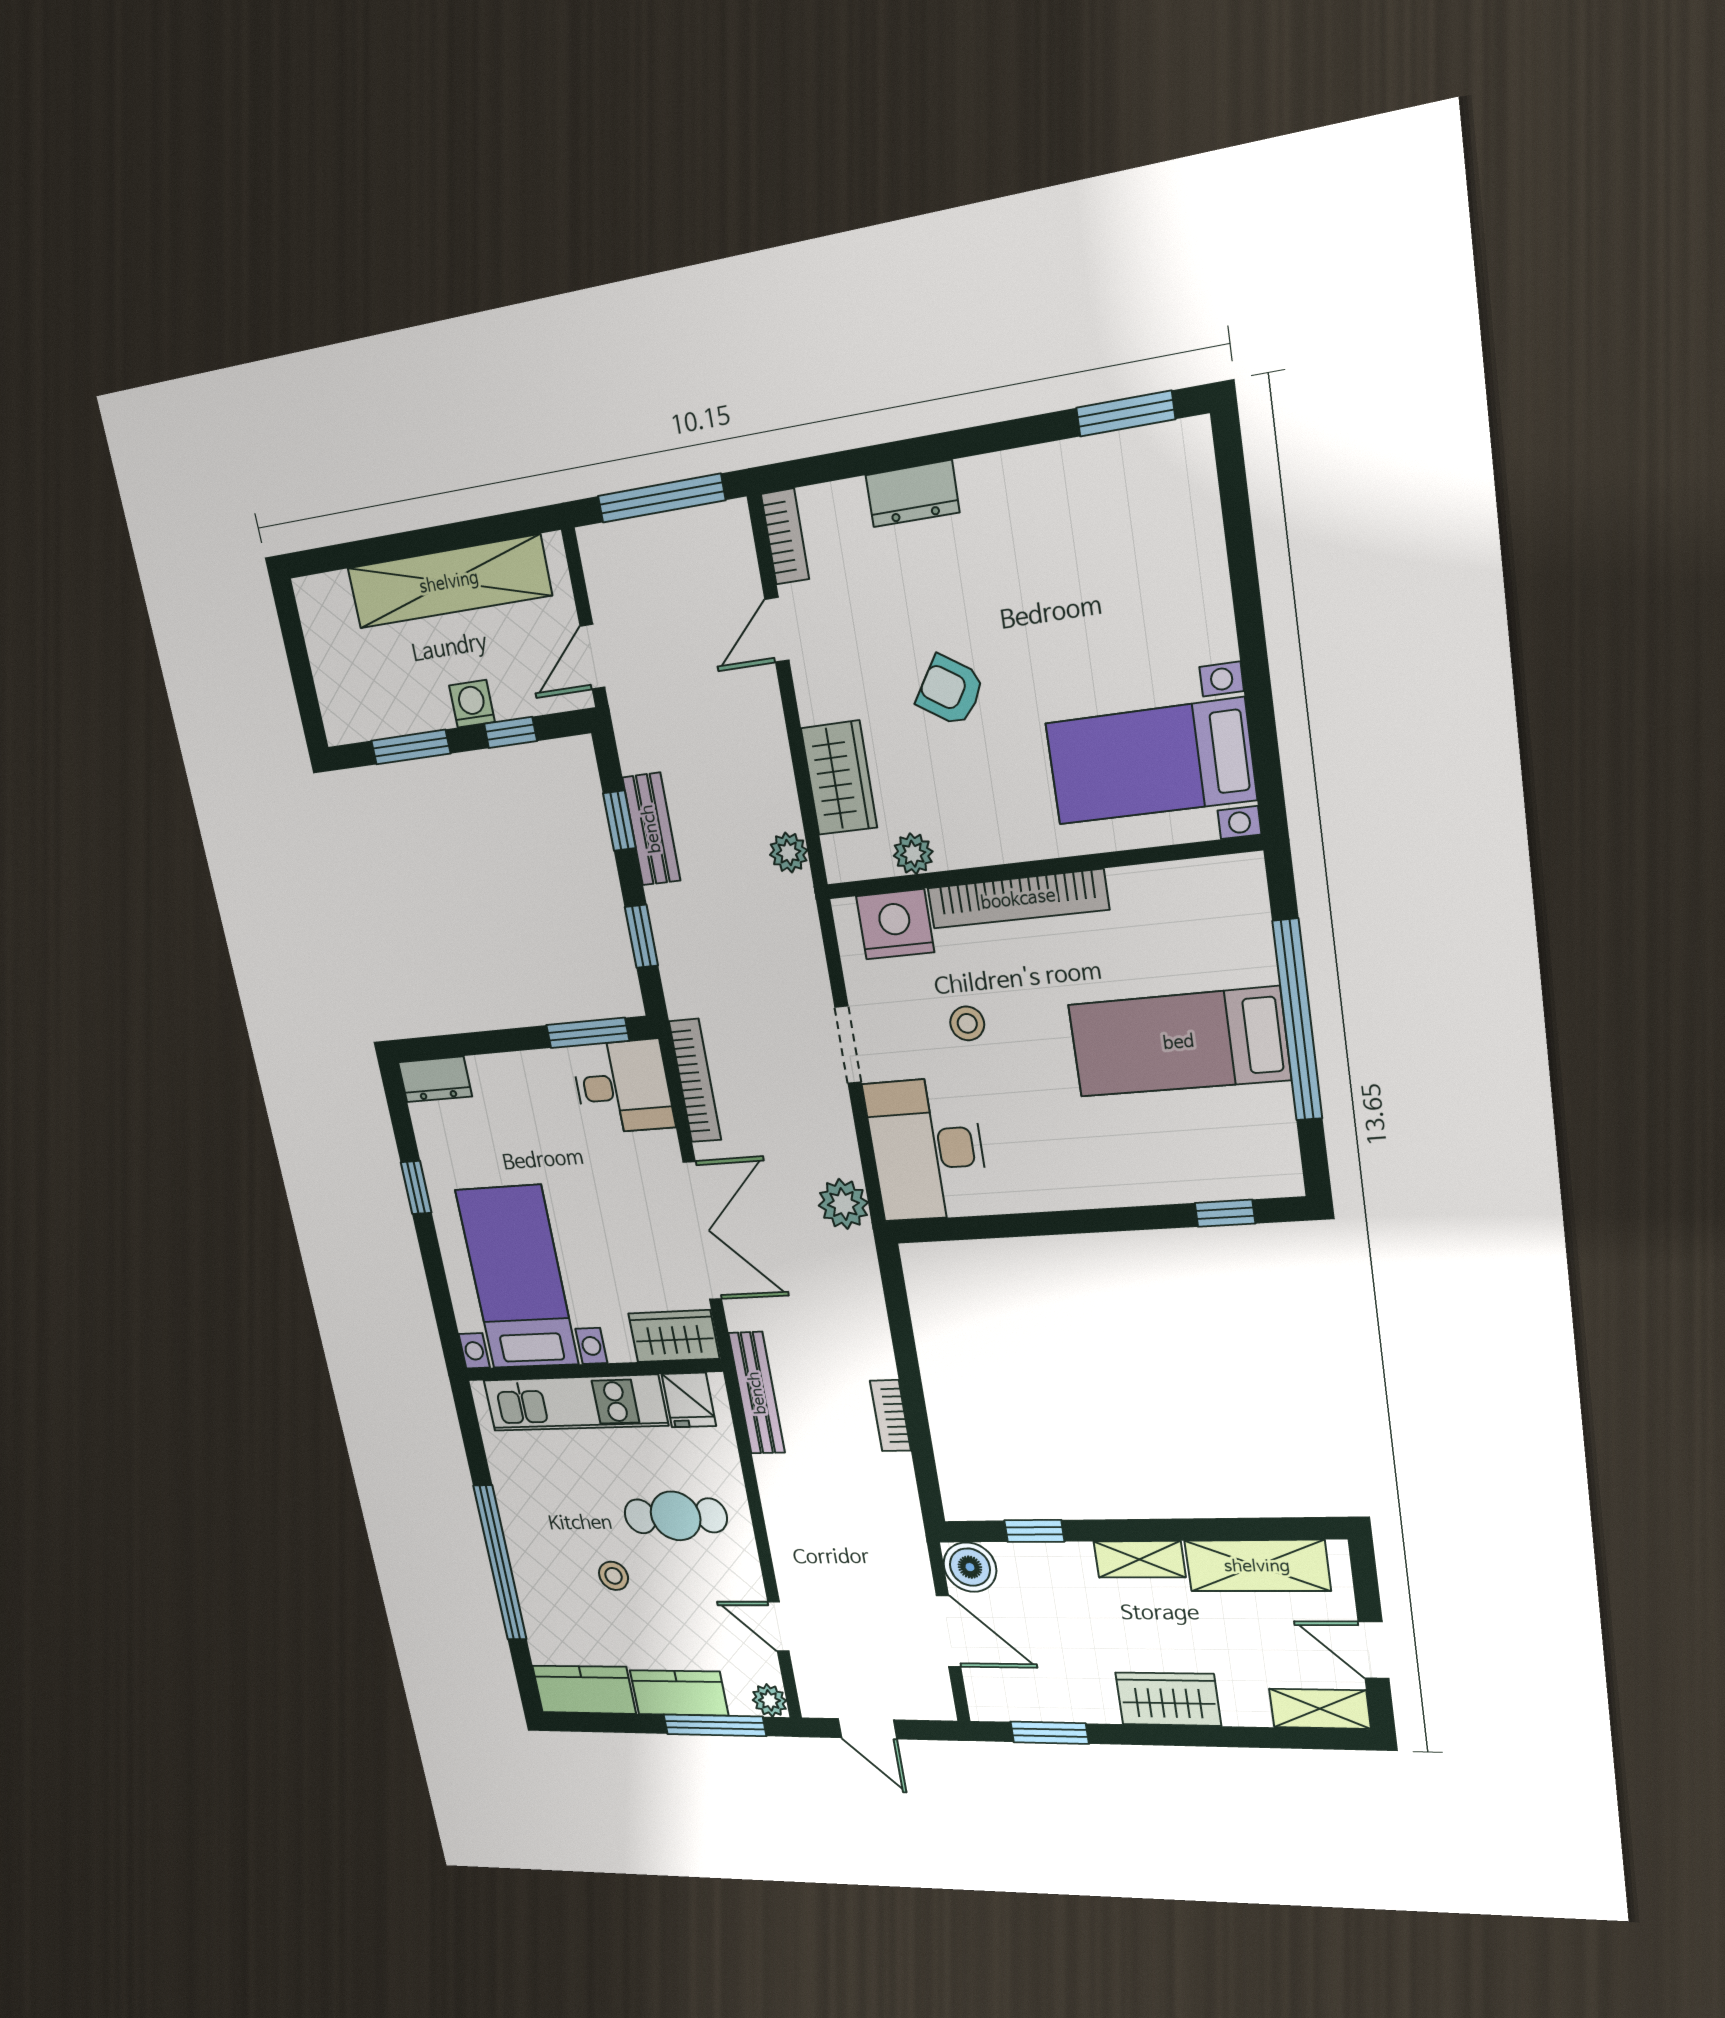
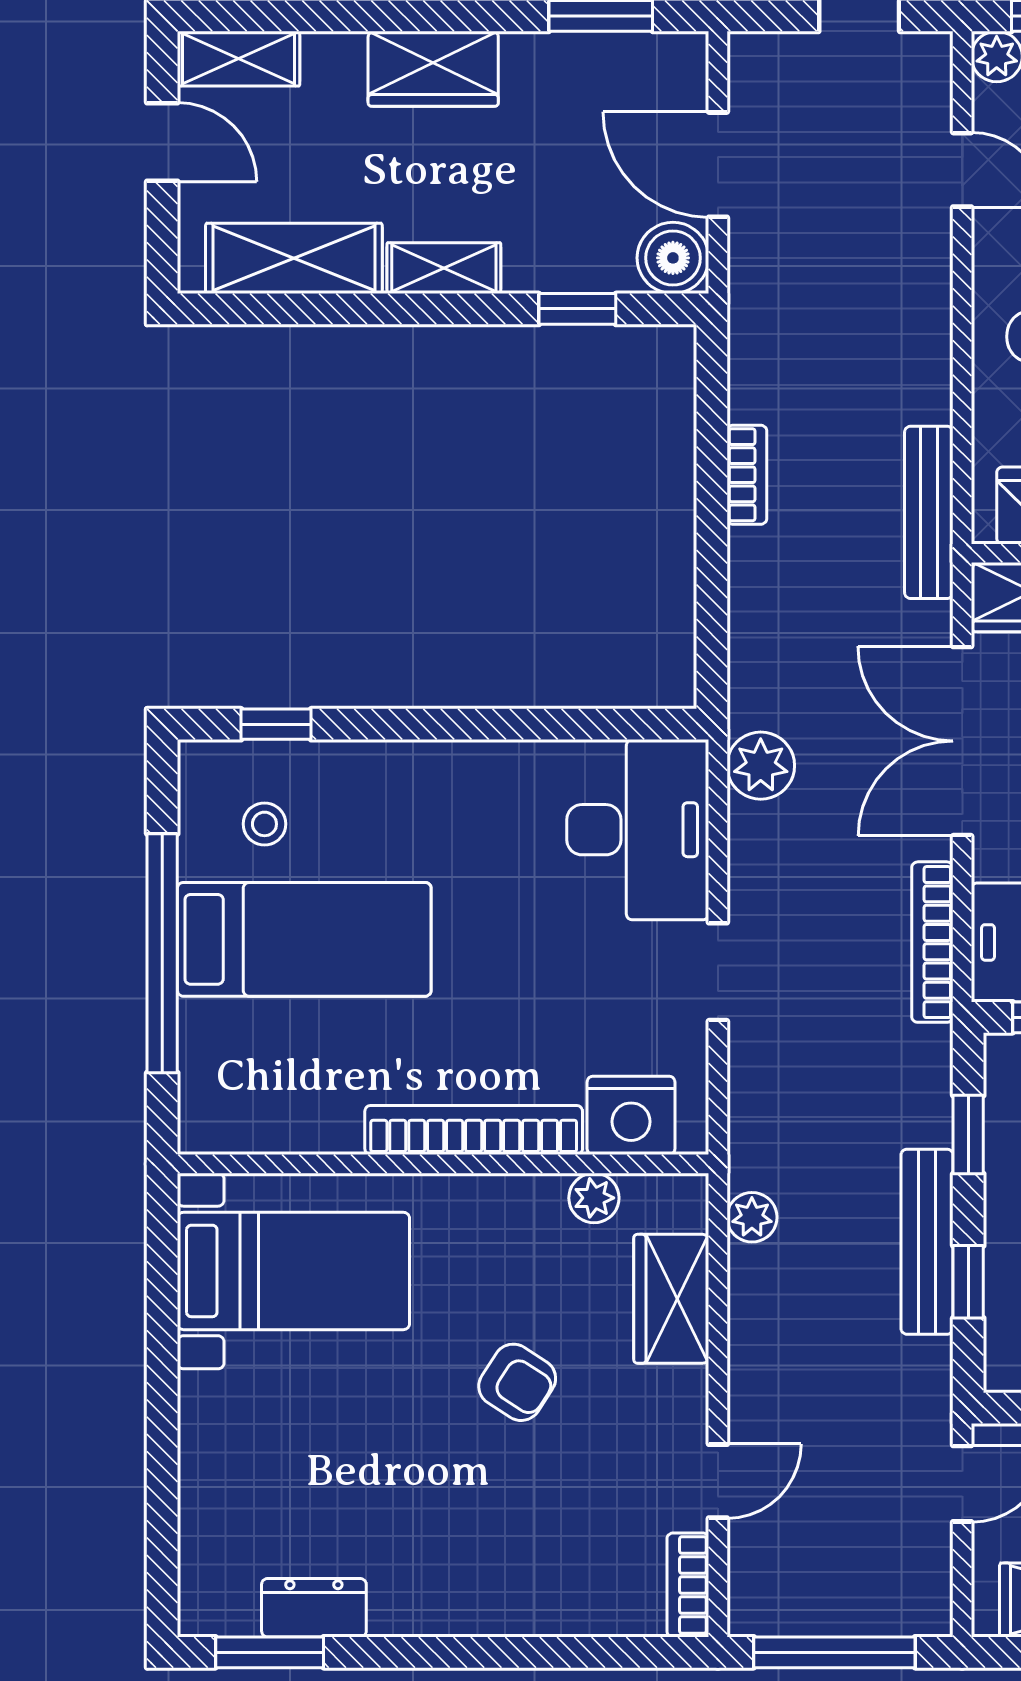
dresser: (912, 494) -> (314, 1608), moved
bench: (651, 829) -> (927, 1242), width x1.36
stool: (967, 1023) -> (264, 824), moved

